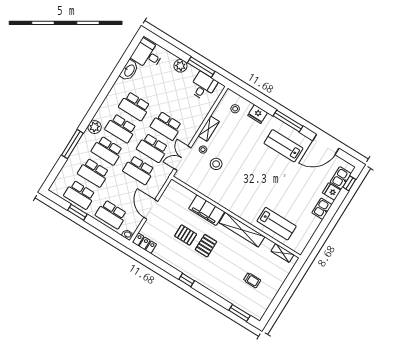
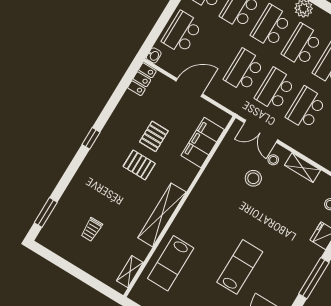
lab bench: (283, 146) -> (240, 267), moved
double door: (182, 158) -> (261, 131), swing flipped
filing cabinet: (207, 210) -> (203, 143), moved

